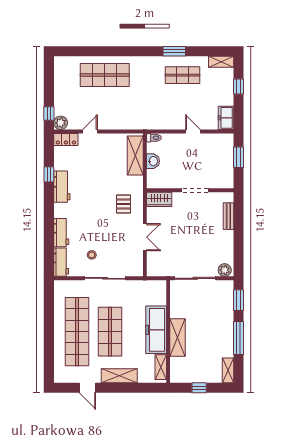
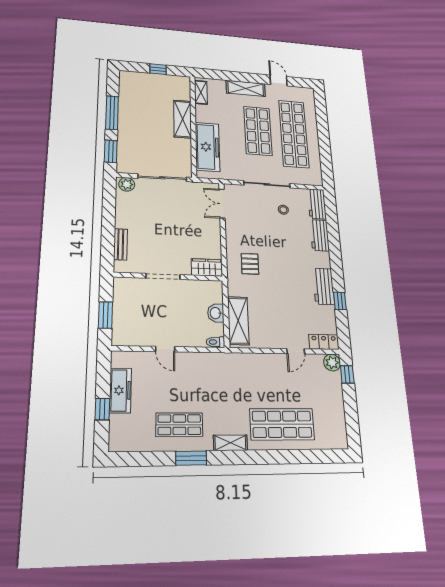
shelving: (221, 62) -> (230, 443), moved
freezer: (226, 118) -> (120, 390), moved, width x1.40
double door: (145, 237) -> (222, 204), moved
freezer: (156, 330) -> (207, 147), moved
shelving: (228, 370) -> (125, 83), removed

